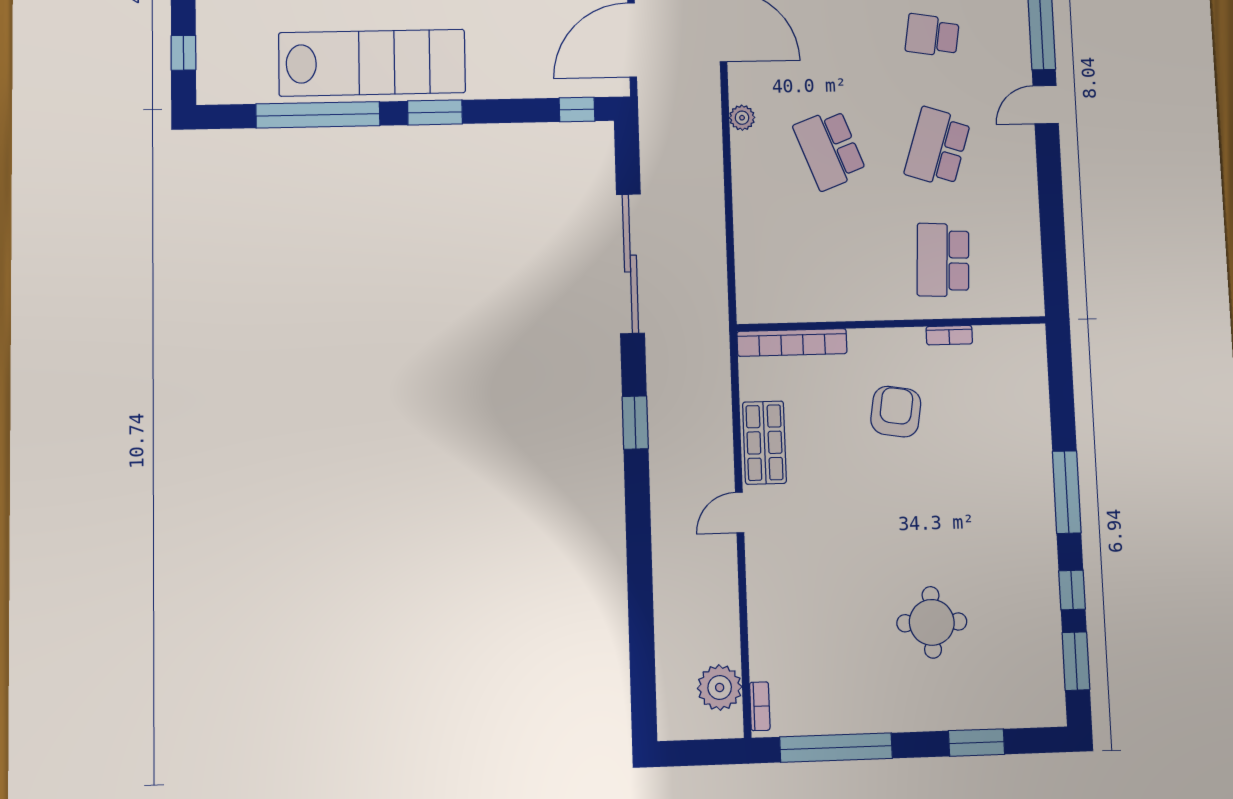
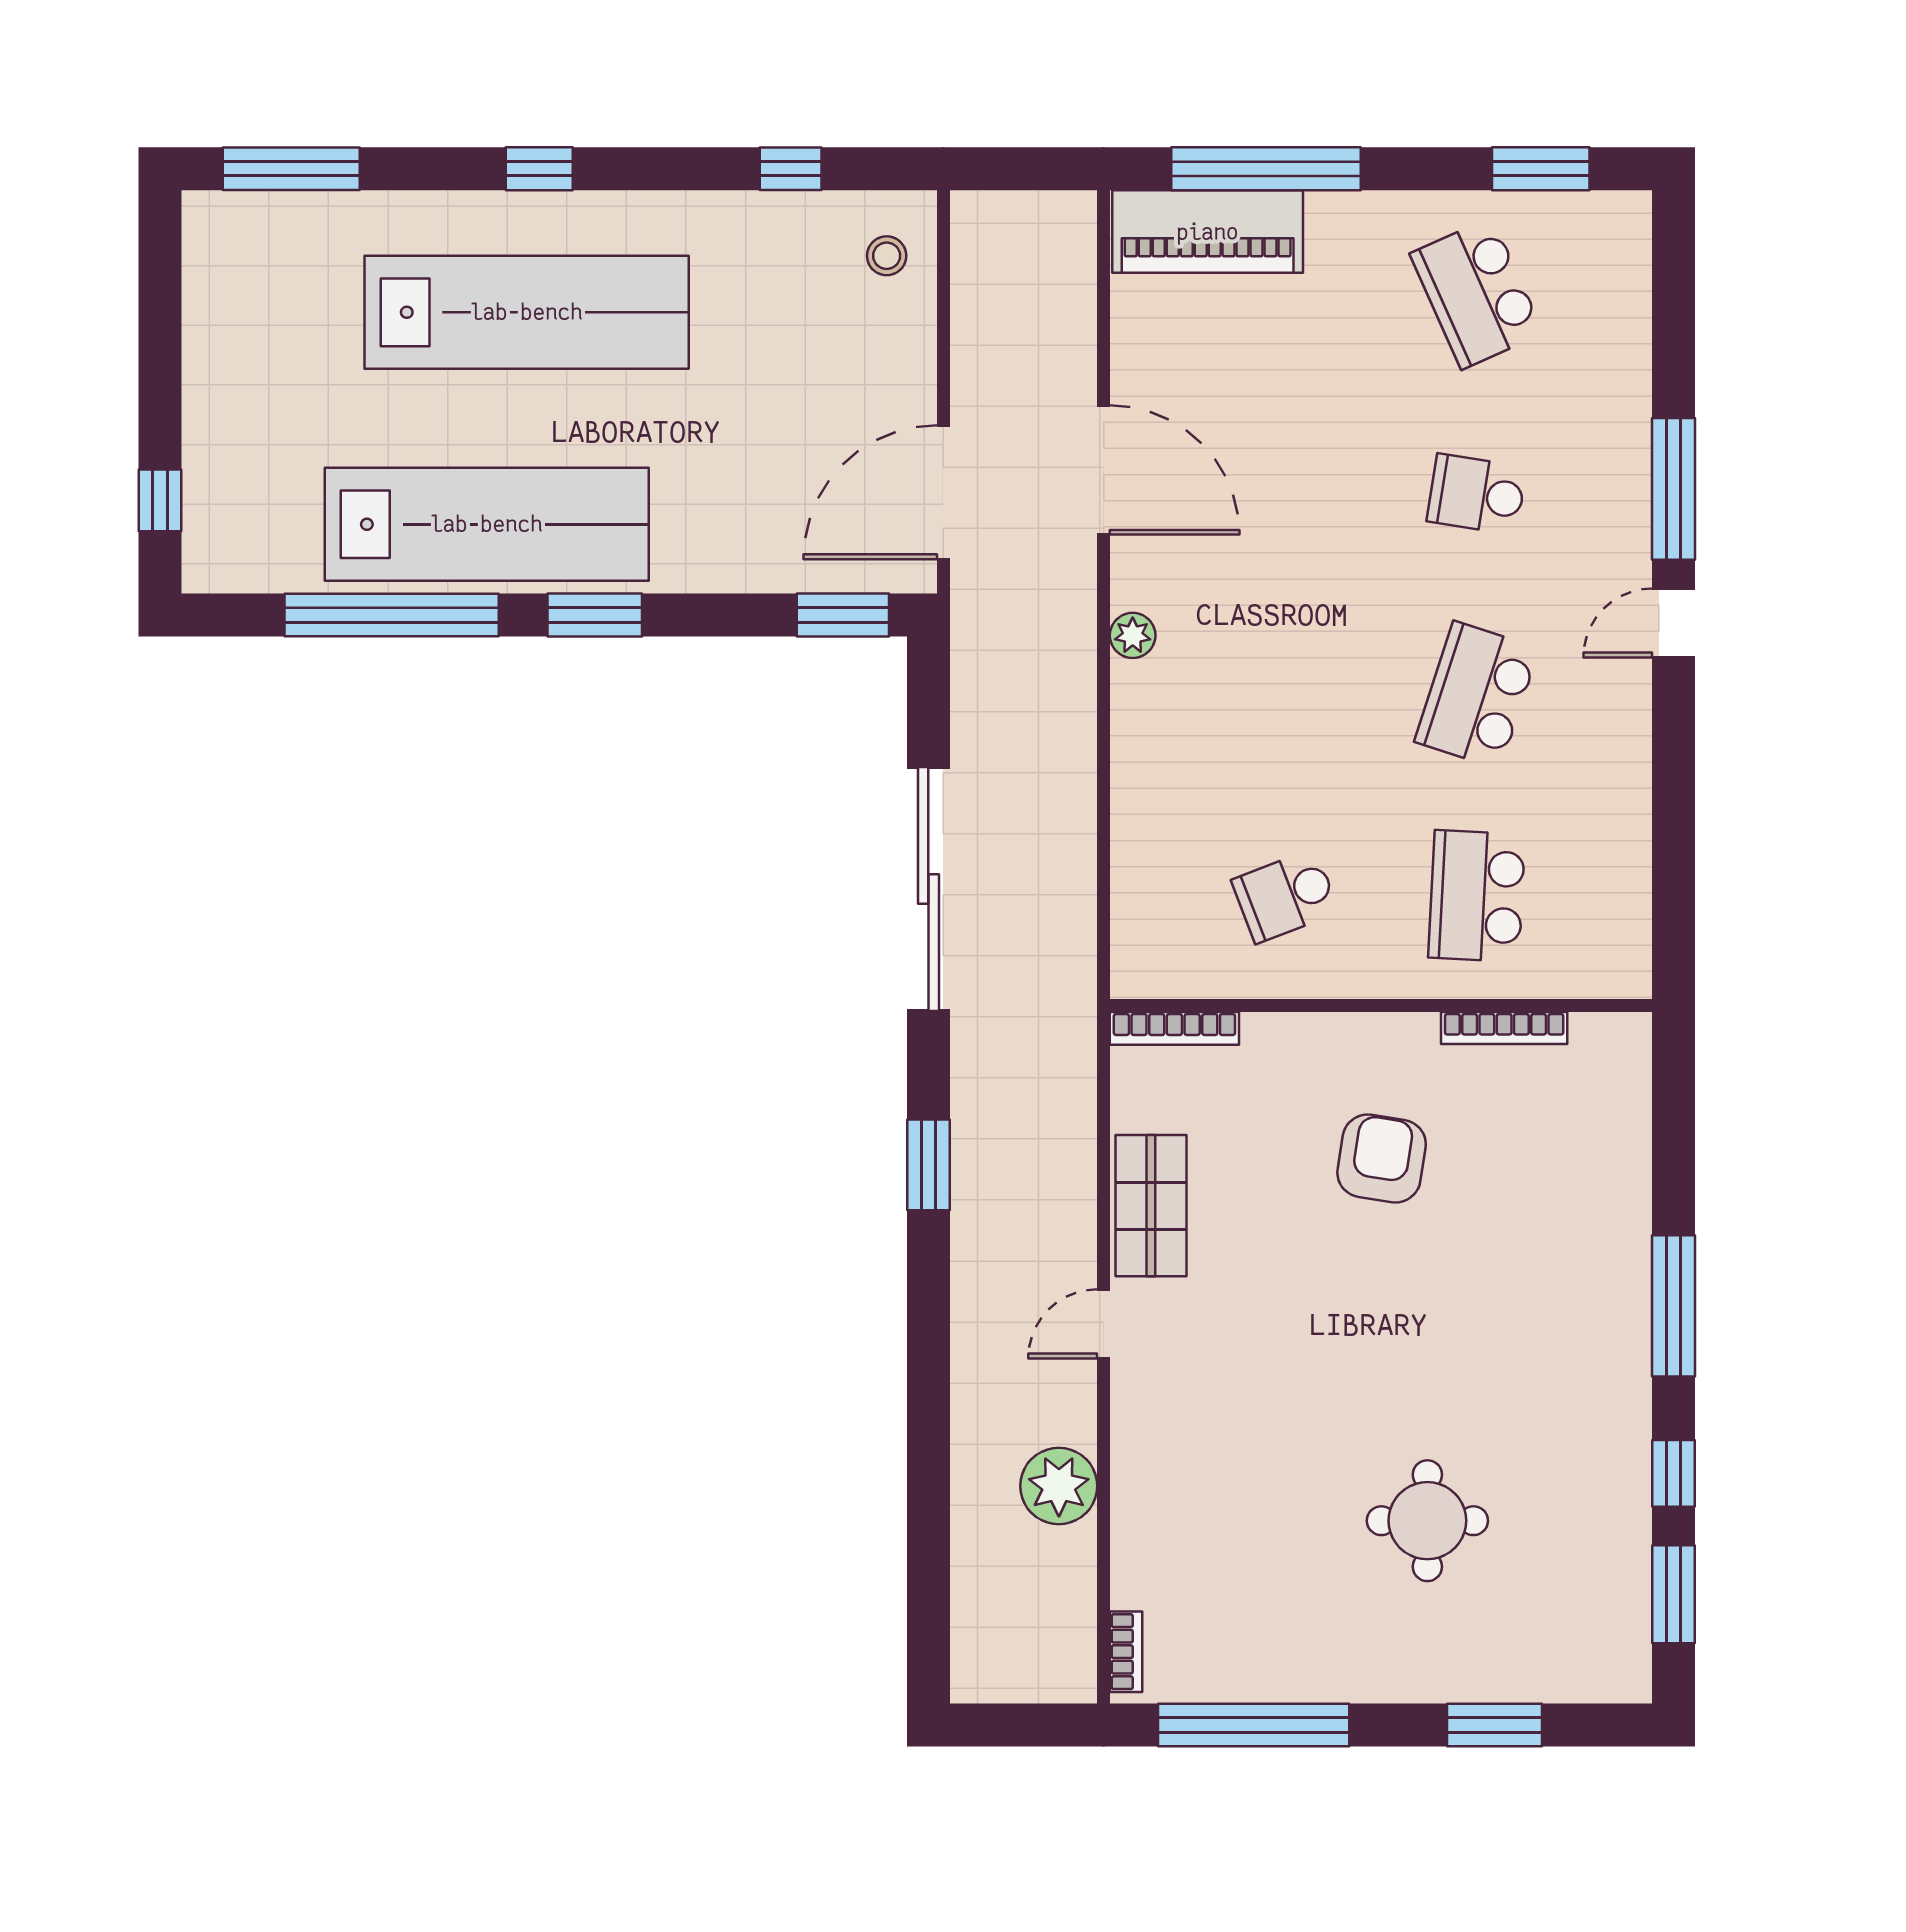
window: (577, 110) -> (843, 615), width x1.50
school desk: (830, 149) -> (1285, 896), moved, width x0.54
bookcase: (949, 335) -> (1504, 1028), width x1.56
bookcase: (792, 342) -> (1174, 1028), width x0.68, depth x0.76
plant: (720, 687) -> (1059, 1486), moved

